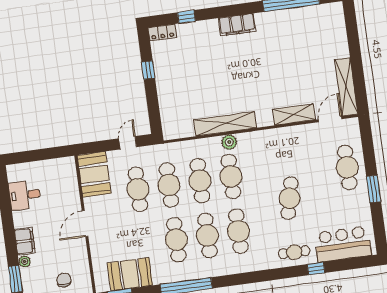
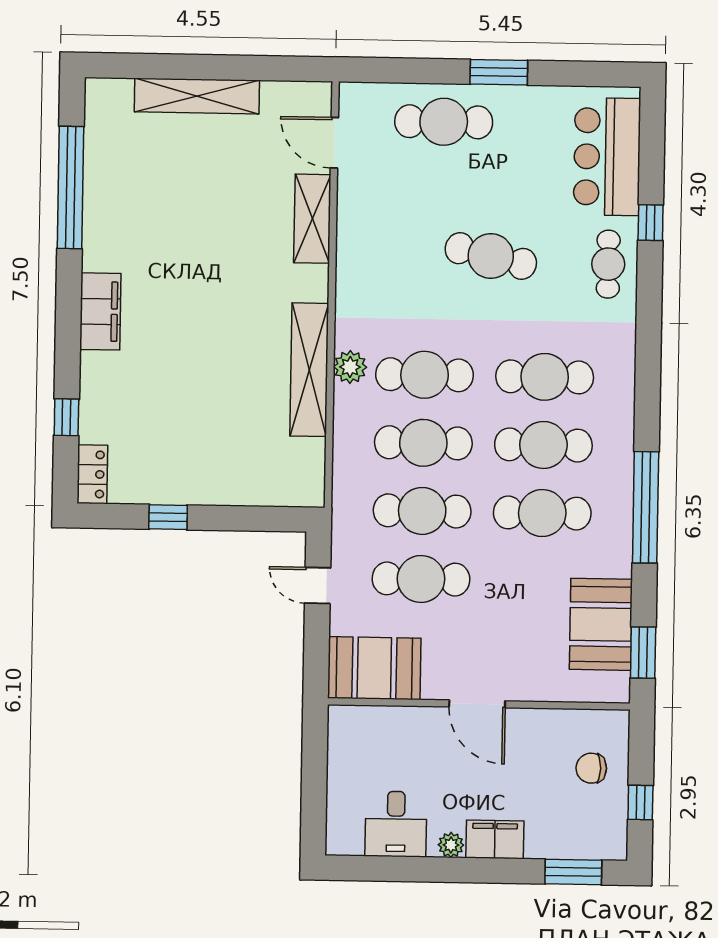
shelving: (346, 87) -> (197, 96), moved
plant: (25, 262) -> (451, 845), moved

